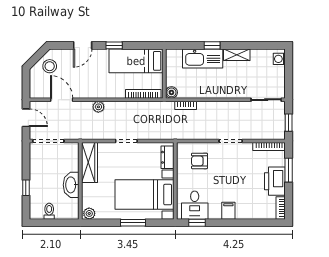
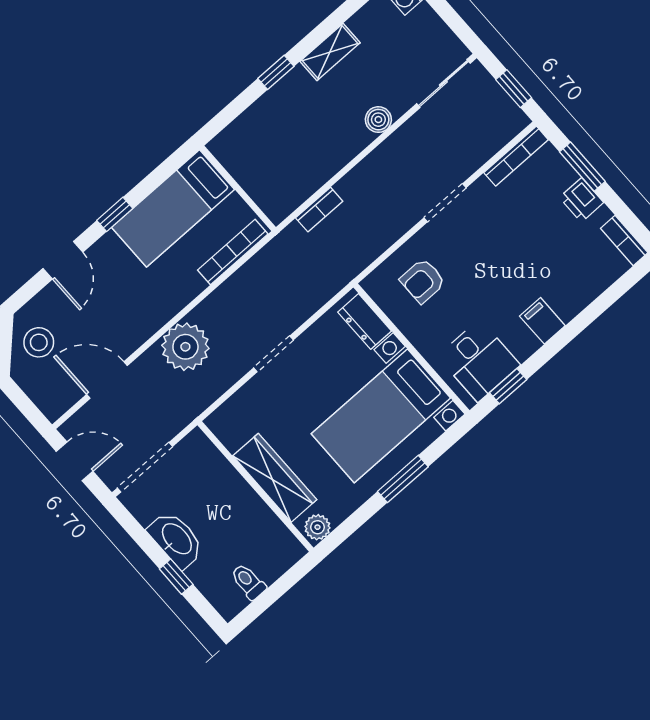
kitchen sink: (203, 58) -> (279, 108), removed
boiler: (171, 92) -> (378, 120), moved
plant: (98, 107) -> (185, 347), width x1.87, depth x1.87
wardrobe: (89, 162) -> (275, 478), moved
printer: (275, 181) -> (582, 200), width x0.53, depth x0.68
washbasin: (71, 185) -> (176, 539), moved, turned 180

